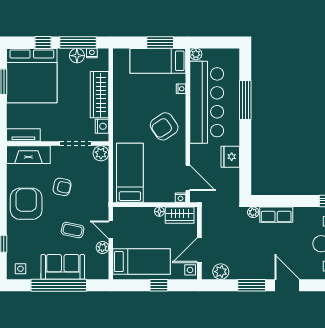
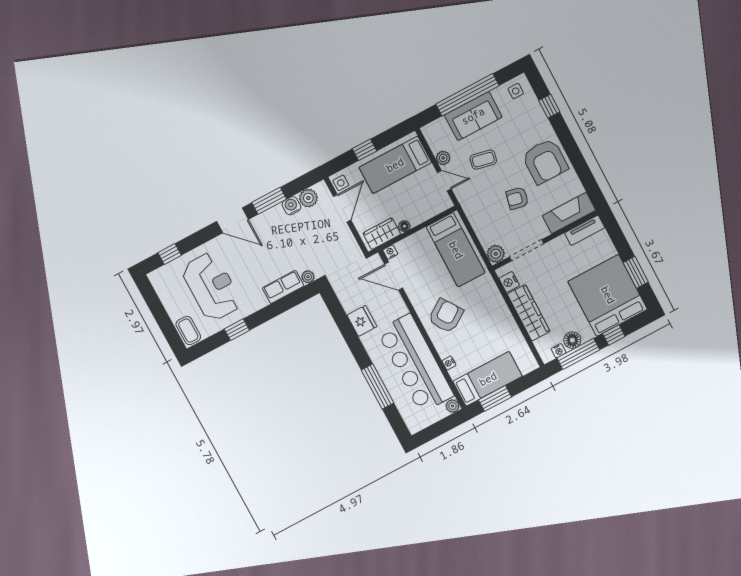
water cooler: (237, 273) -> (291, 206), added

